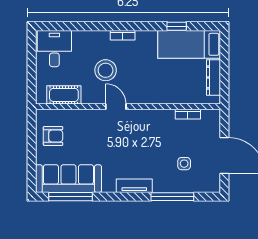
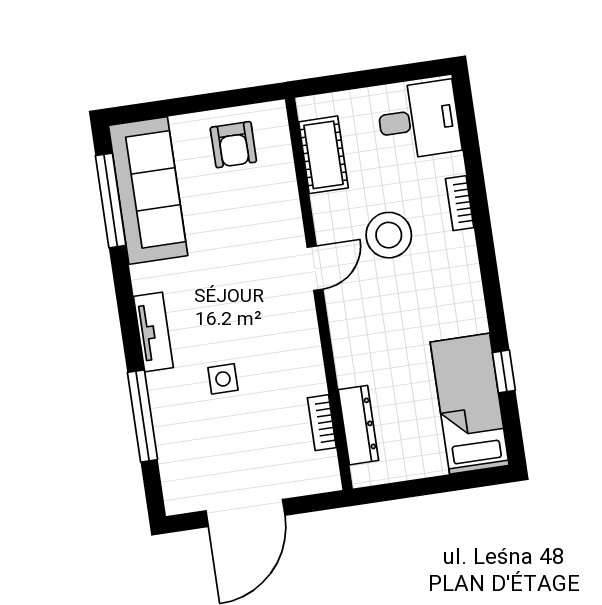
bookcase: (123, 35) -> (460, 203), moved
dresser: (213, 77) -> (358, 425), moved, turned 90
side table: (184, 164) -> (223, 379), moved

